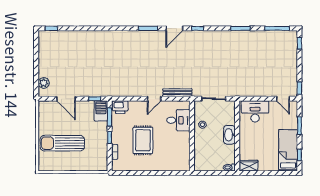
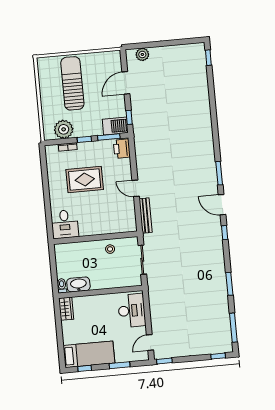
desk: (178, 120) -> (65, 224), moved
washbasin: (229, 135) -> (78, 284), moved
plant: (100, 154) -> (64, 129), added

